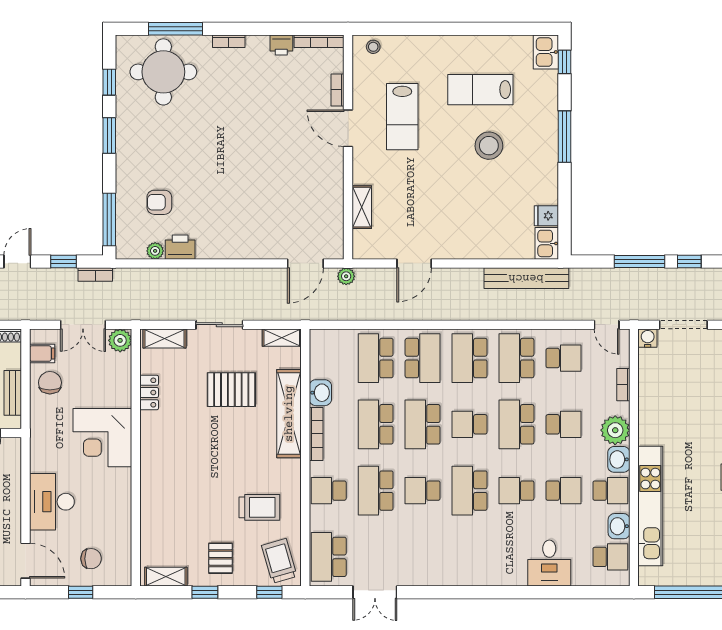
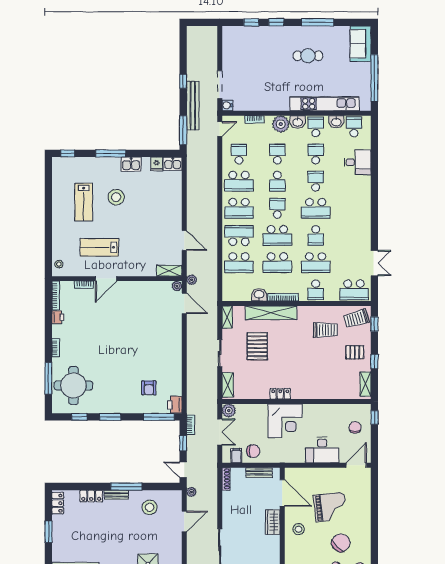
kitchen sink: (546, 52) -> (131, 164), moved
lab bench: (402, 117) -> (99, 247), turned 180
shelving: (362, 207) -> (169, 271), moved
printer: (180, 247) -> (175, 405), moved
plant: (155, 251) -> (177, 286), moved
window: (639, 261) -> (183, 130), moved
bench: (526, 278) -> (193, 106), moved
chair: (50, 383) -> (253, 451), turned 180
locker: (149, 393) -> (280, 394), moved
school desk: (470, 424) -> (277, 208), turned 180
school desk: (516, 424) -> (277, 181), width x0.54
school desk: (516, 491) -> (316, 181), turned 180
trolley: (259, 507) -> (325, 330), turned 90
window: (81, 592) -> (374, 418), moved

